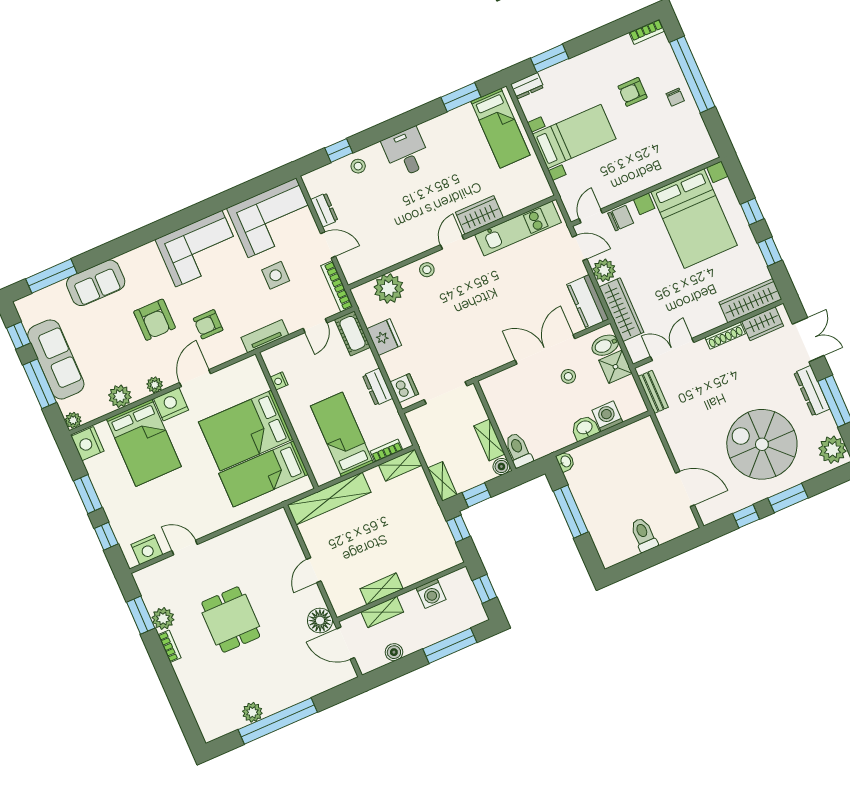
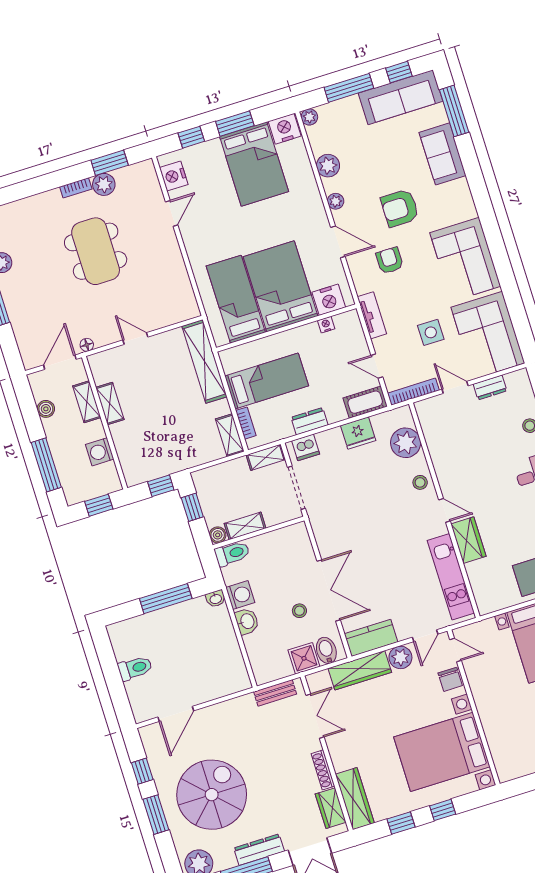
door: (328, 245) -> (455, 387), swing flipped
sofa: (56, 359) -> (401, 97), moved
nightstand: (171, 404) -> (329, 300), moved, turned 90
washing machine: (607, 416) -> (240, 595), moved
bed: (144, 443) -> (254, 164), moved, turned -90
shelving: (442, 481) -> (266, 457), moved
dining table: (231, 620) -> (96, 251), width x1.37
floor lamp: (320, 621) -> (87, 345), width x0.53, depth x0.53

